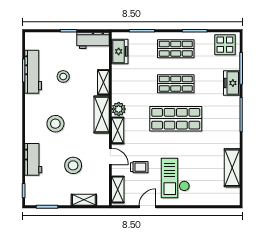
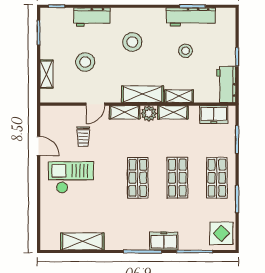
freezer: (232, 83) -> (164, 241), moved
shop shelf: (176, 119) -> (138, 178), width x0.70, depth x0.74
shelving: (118, 190) -> (173, 112), moved

